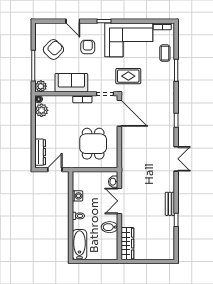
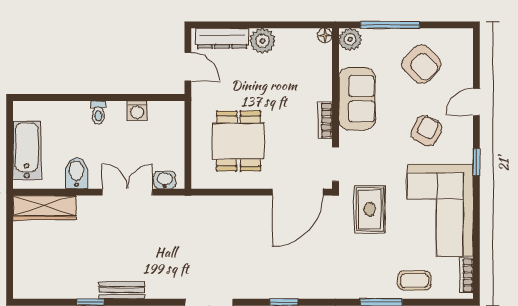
armchair: (88, 47) -> (426, 131), turned -64
plant: (41, 110) -> (262, 41), moved
dining table: (93, 144) -> (238, 141), turned 90
bathtub: (80, 245) -> (27, 150), moved, turned -90

